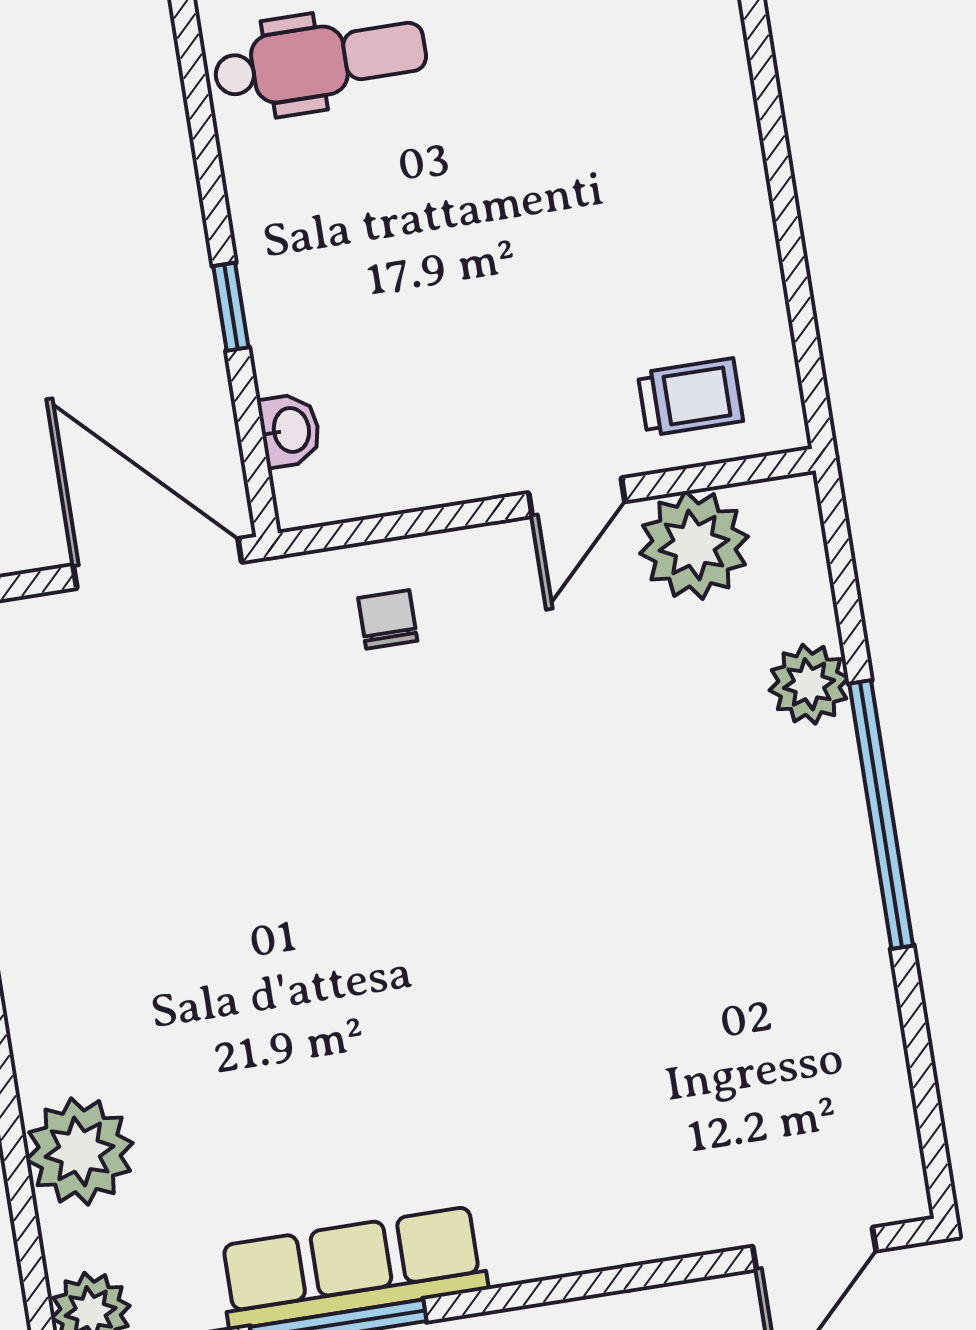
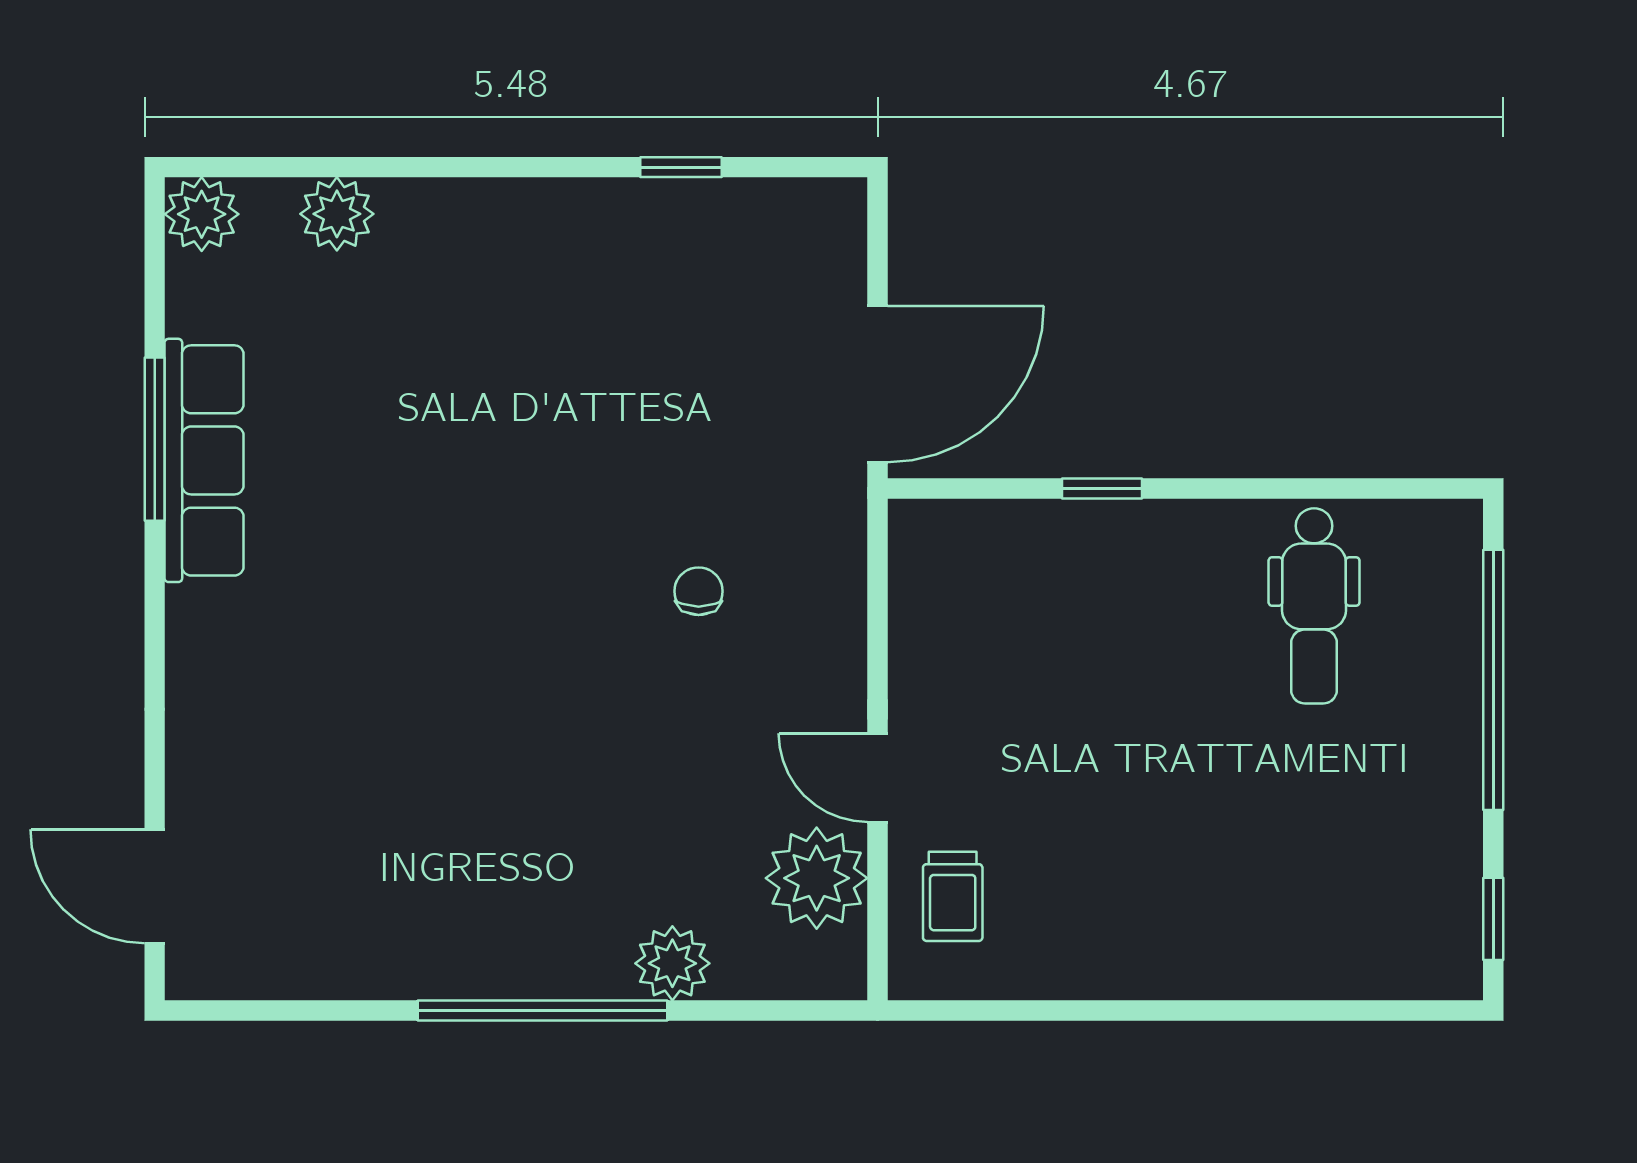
washbasin: (290, 430) -> (980, 525), removed
chair: (388, 619) -> (699, 591), moved, turned -90
plant: (80, 1151) -> (337, 214), width x0.73, depth x0.73

